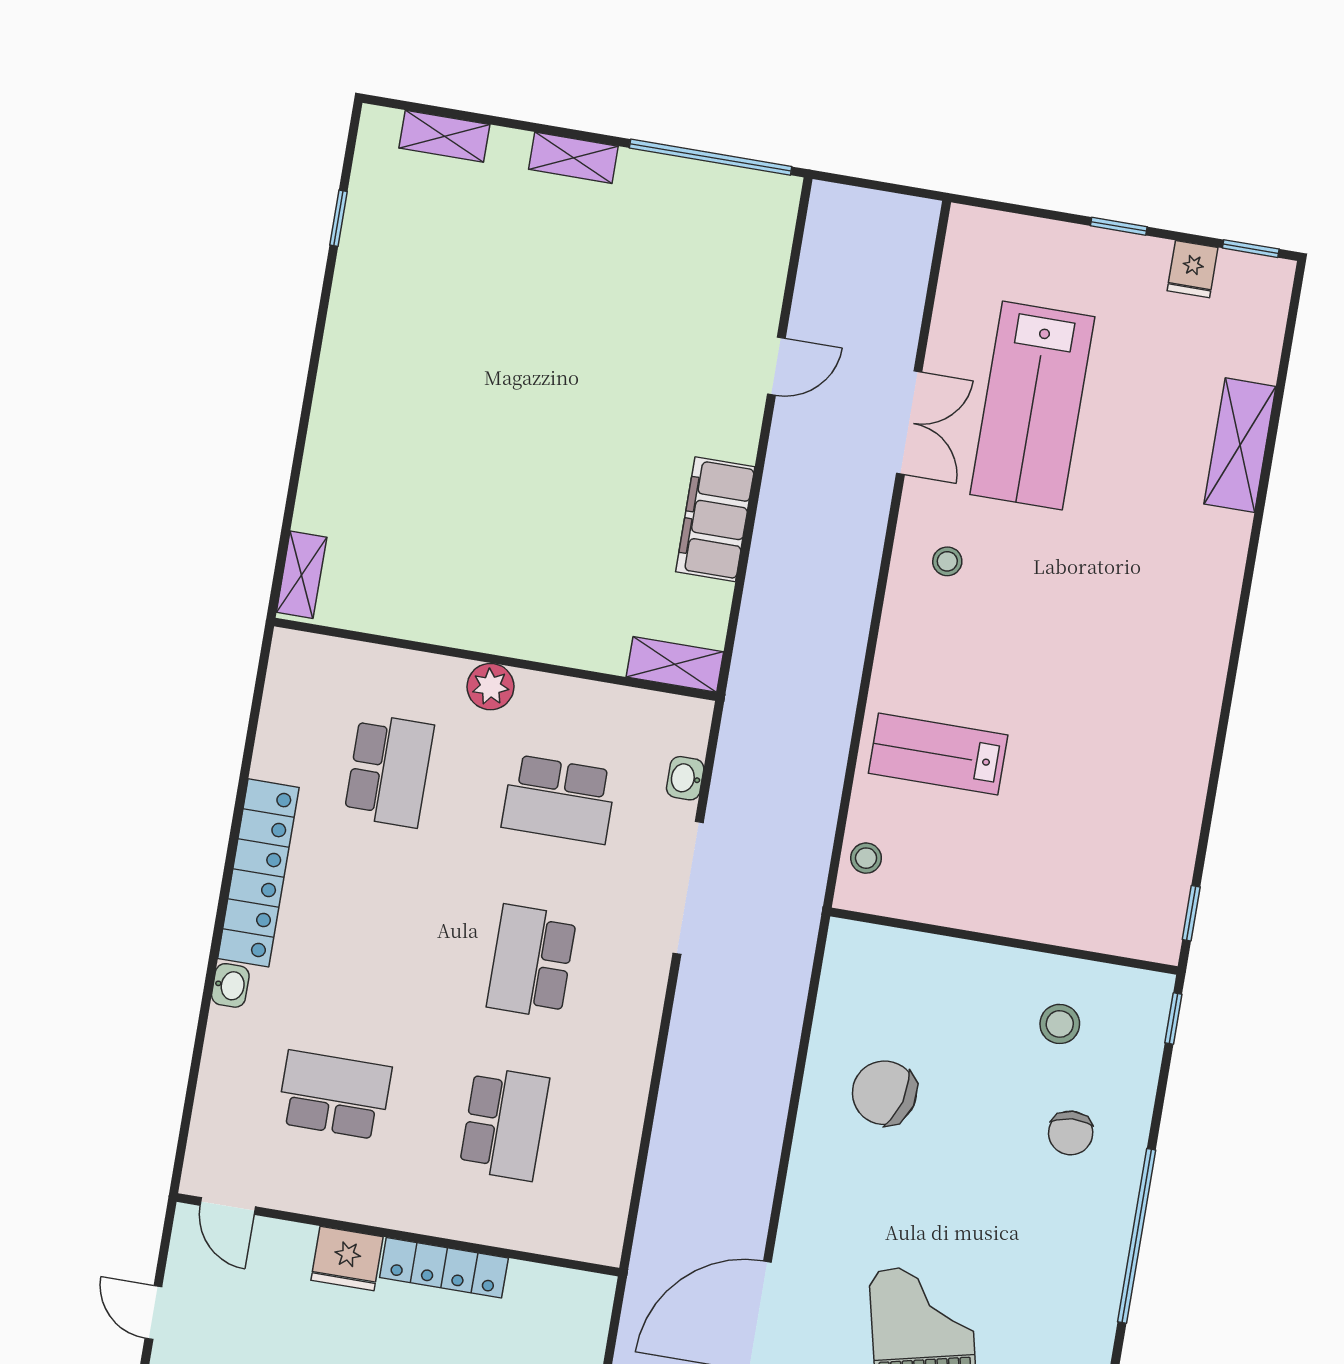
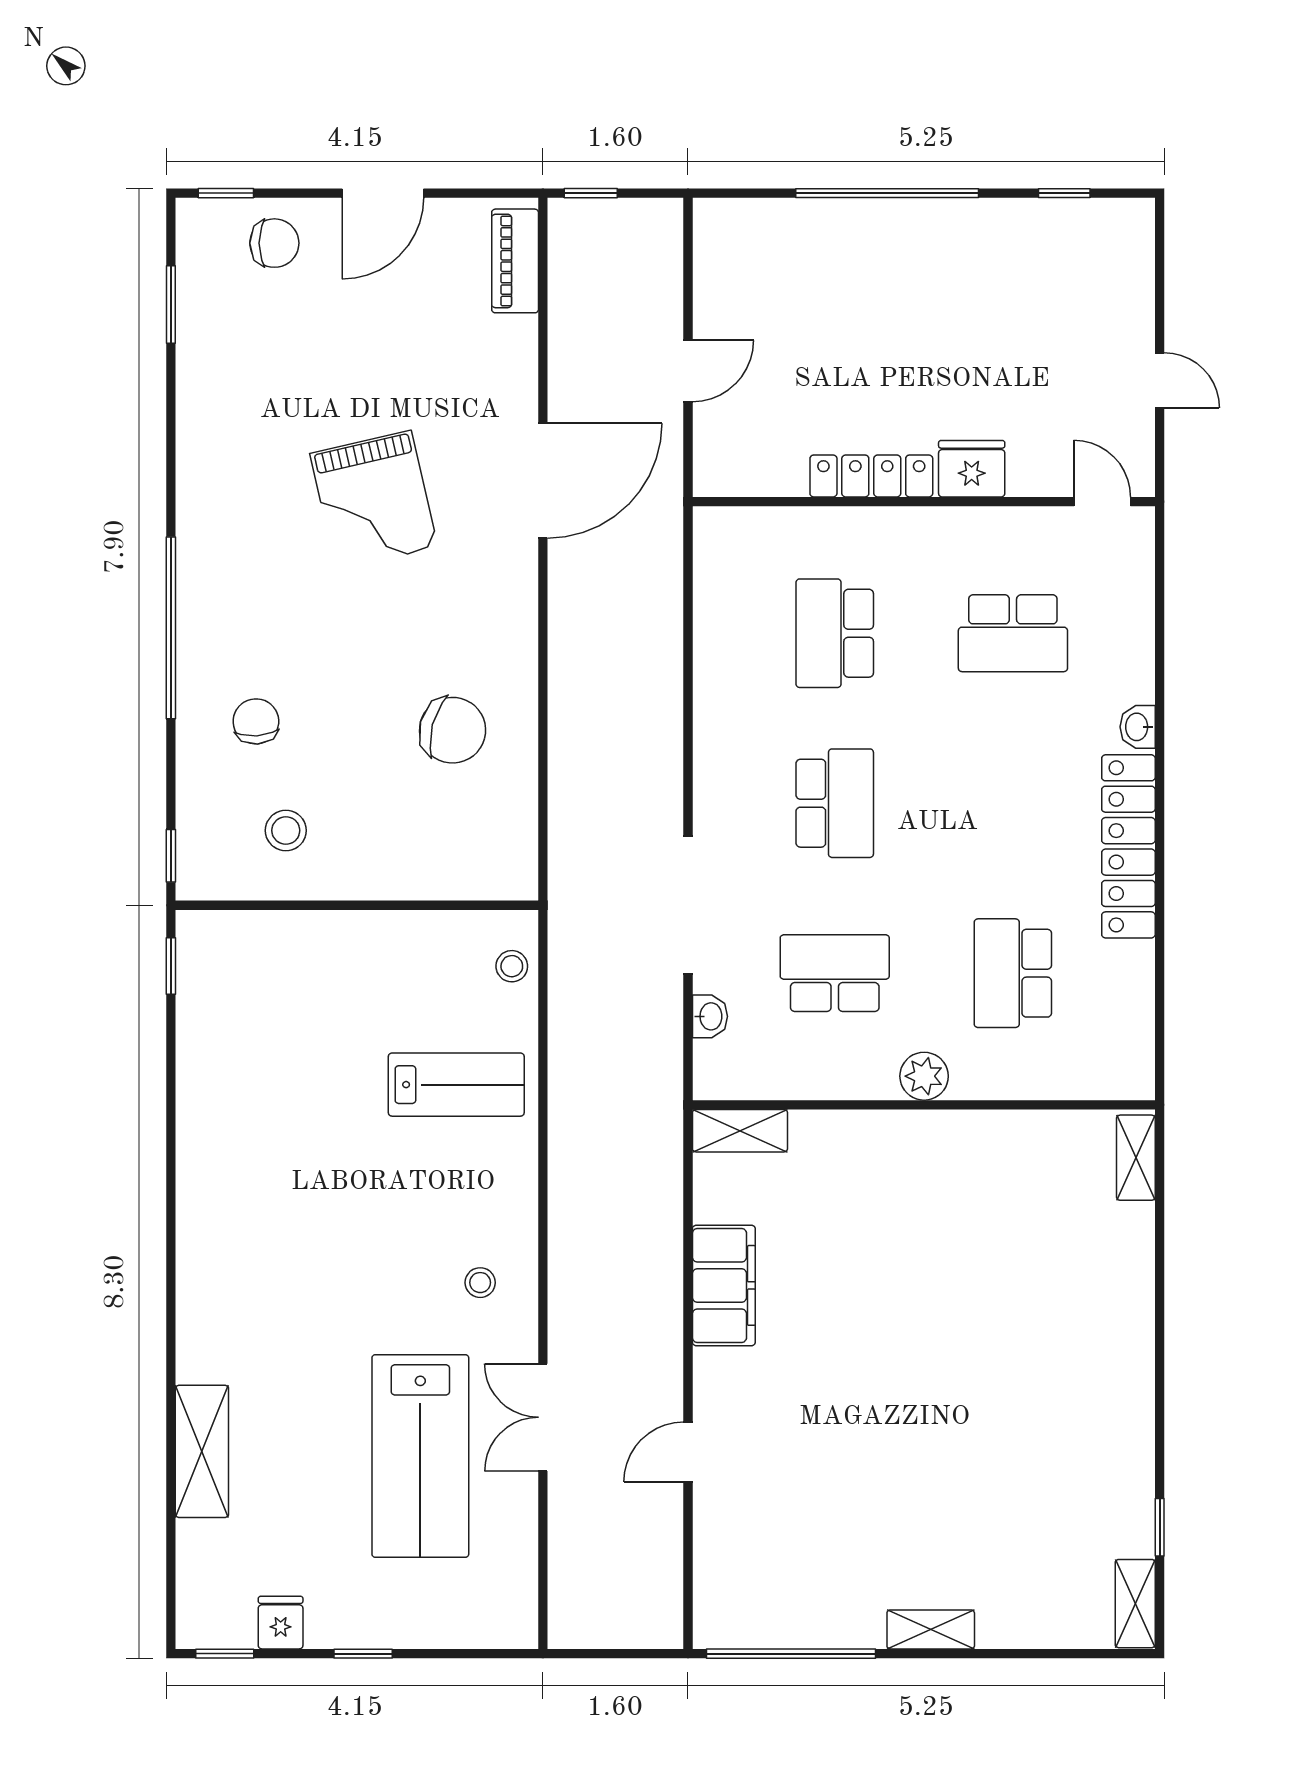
shelving: (444, 136) -> (1135, 1604), moved, turned 90
lab bench: (1032, 406) -> (420, 1456), turned 180

